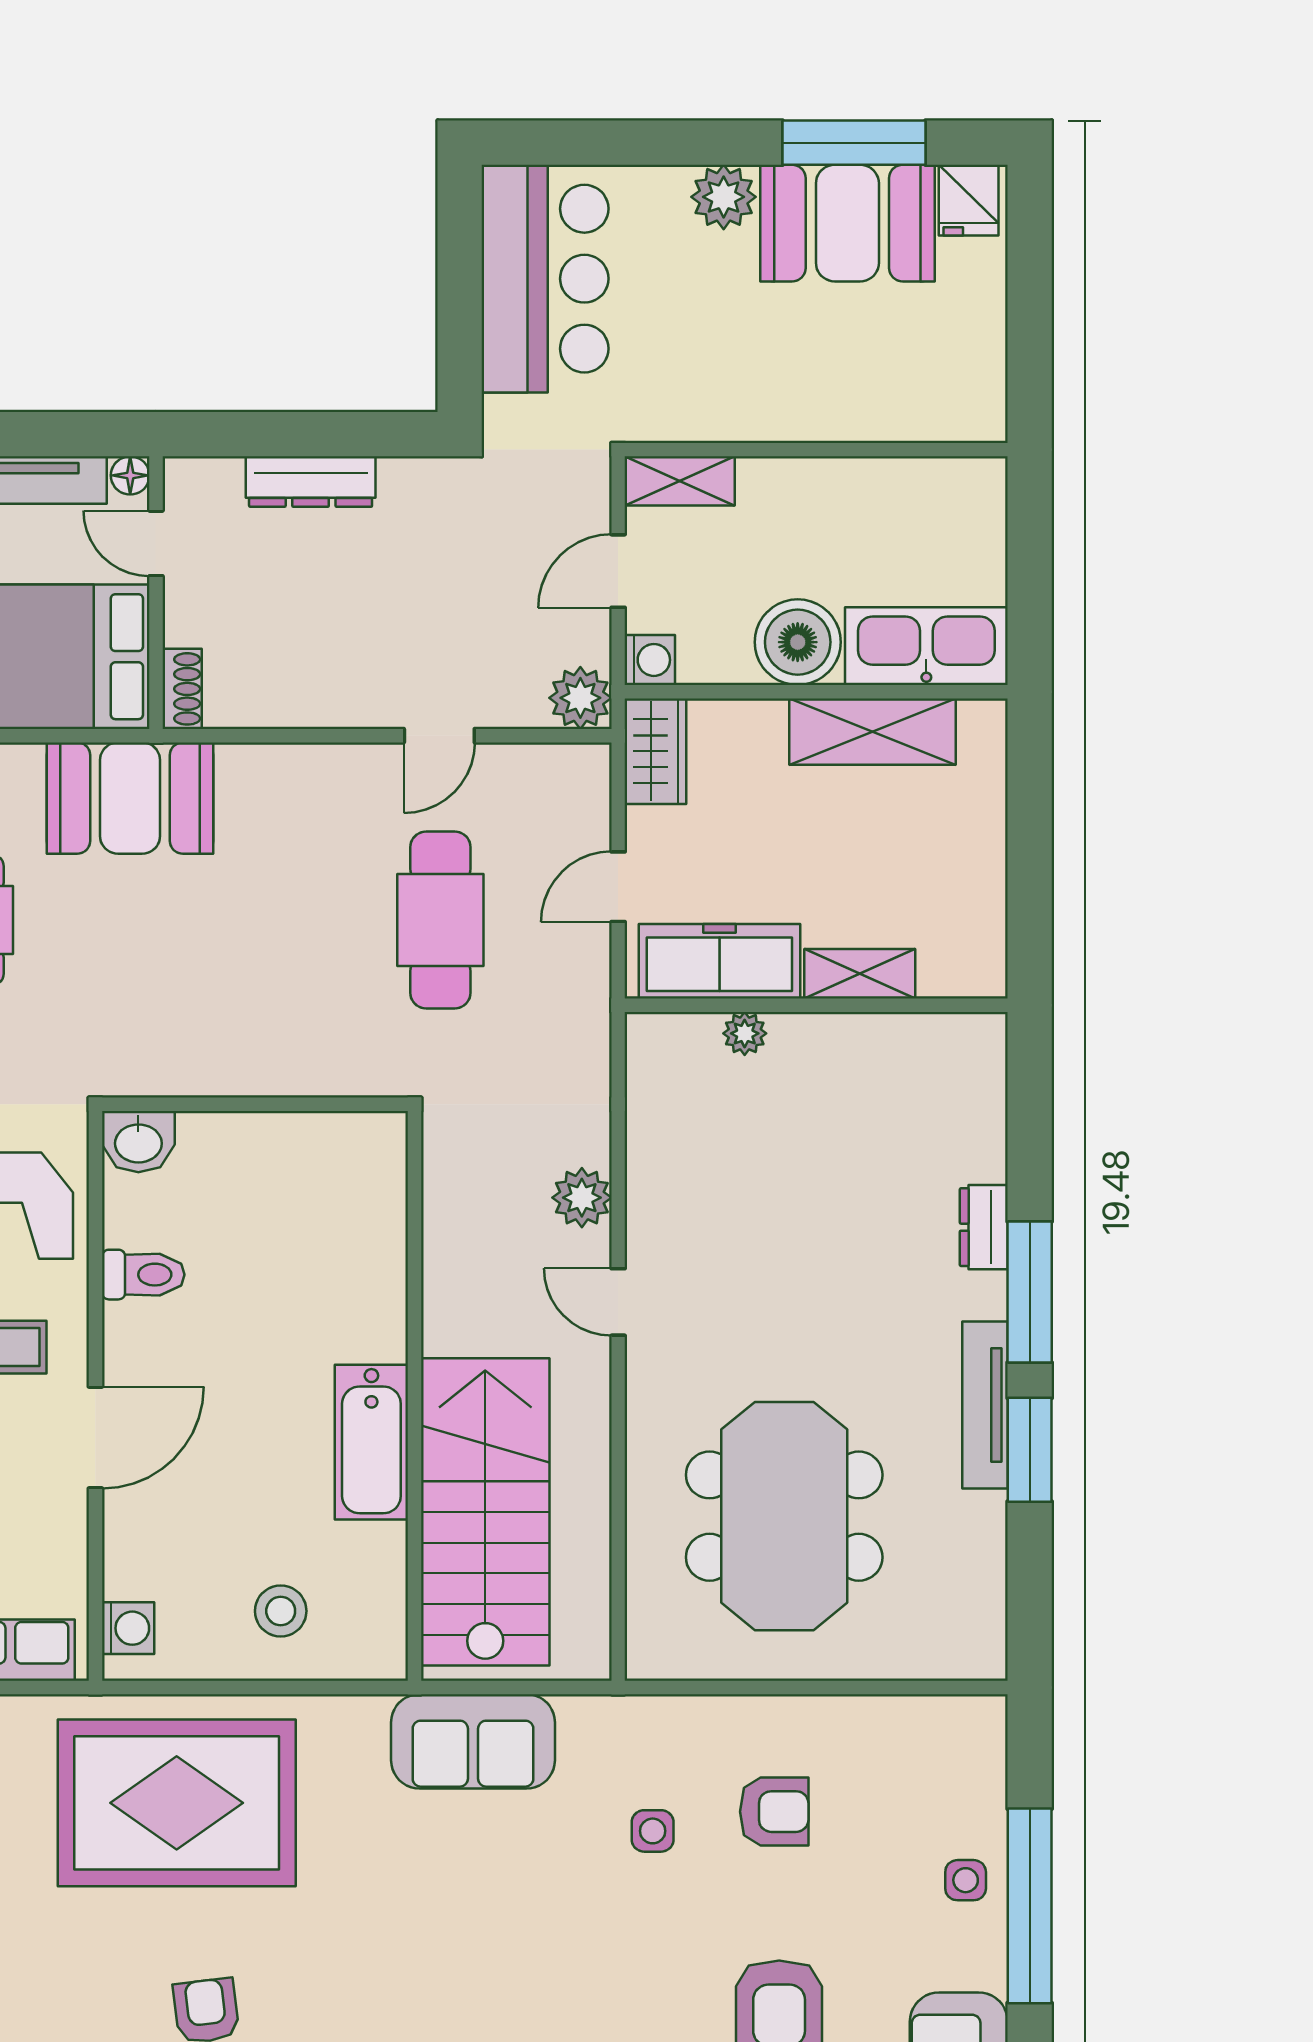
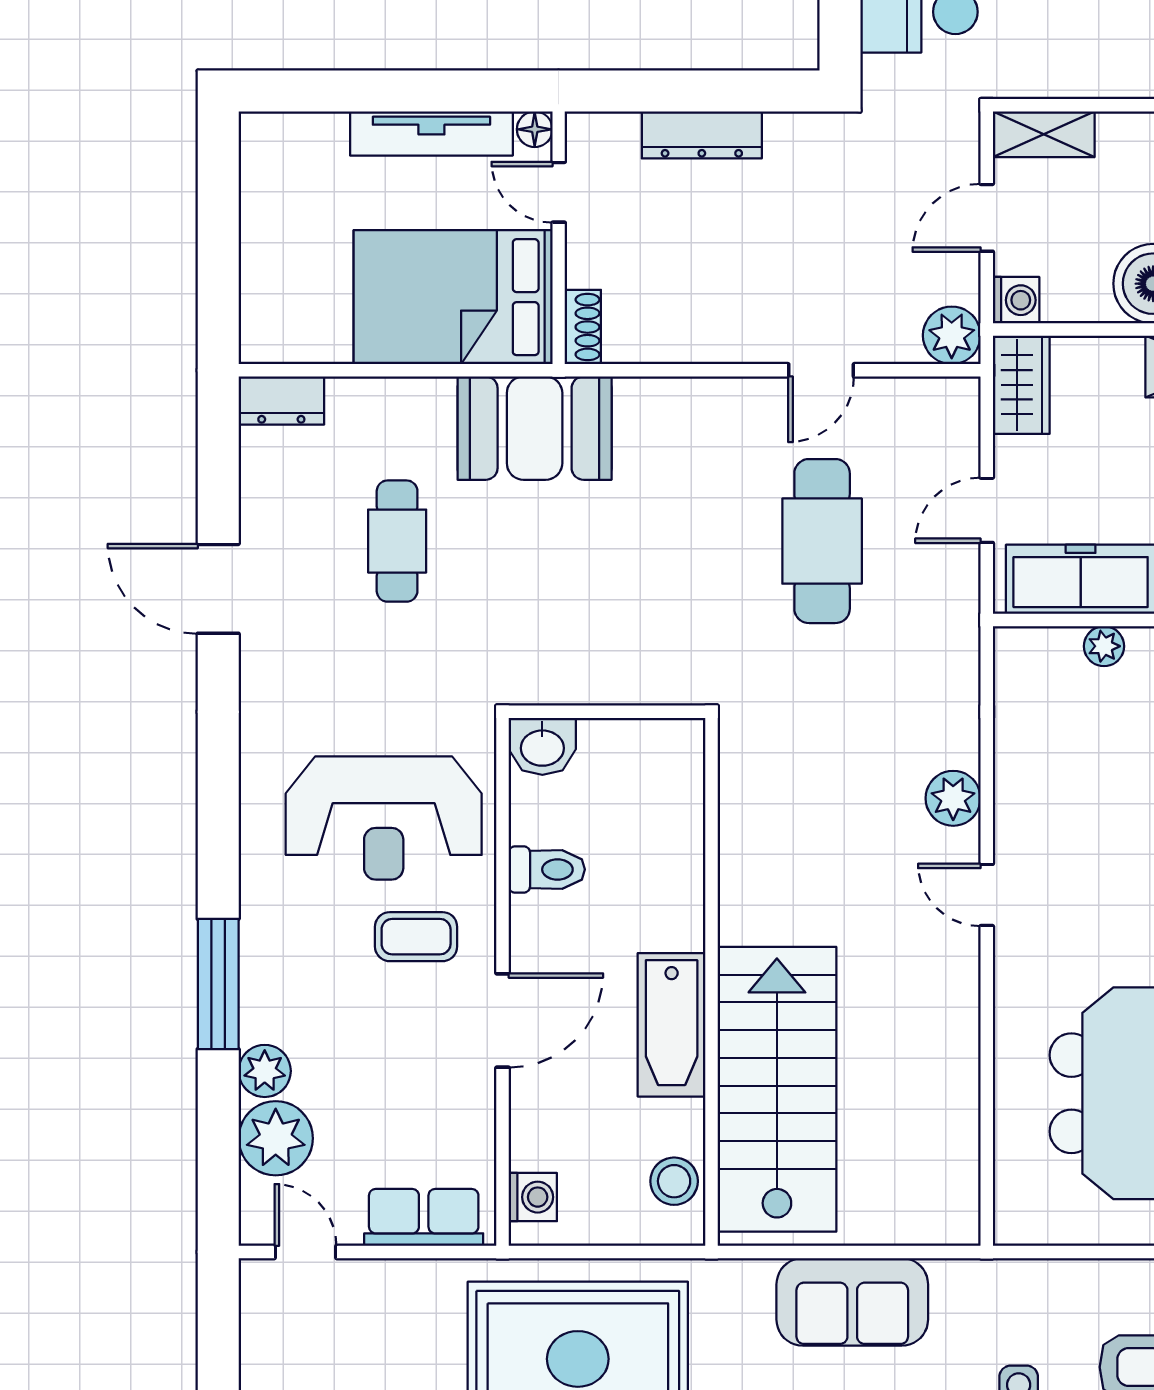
wall: (415, 1396) -> (712, 982), moved
bathtub: (371, 1442) -> (672, 1025), moved
stairs: (485, 1512) -> (777, 1089), moved

